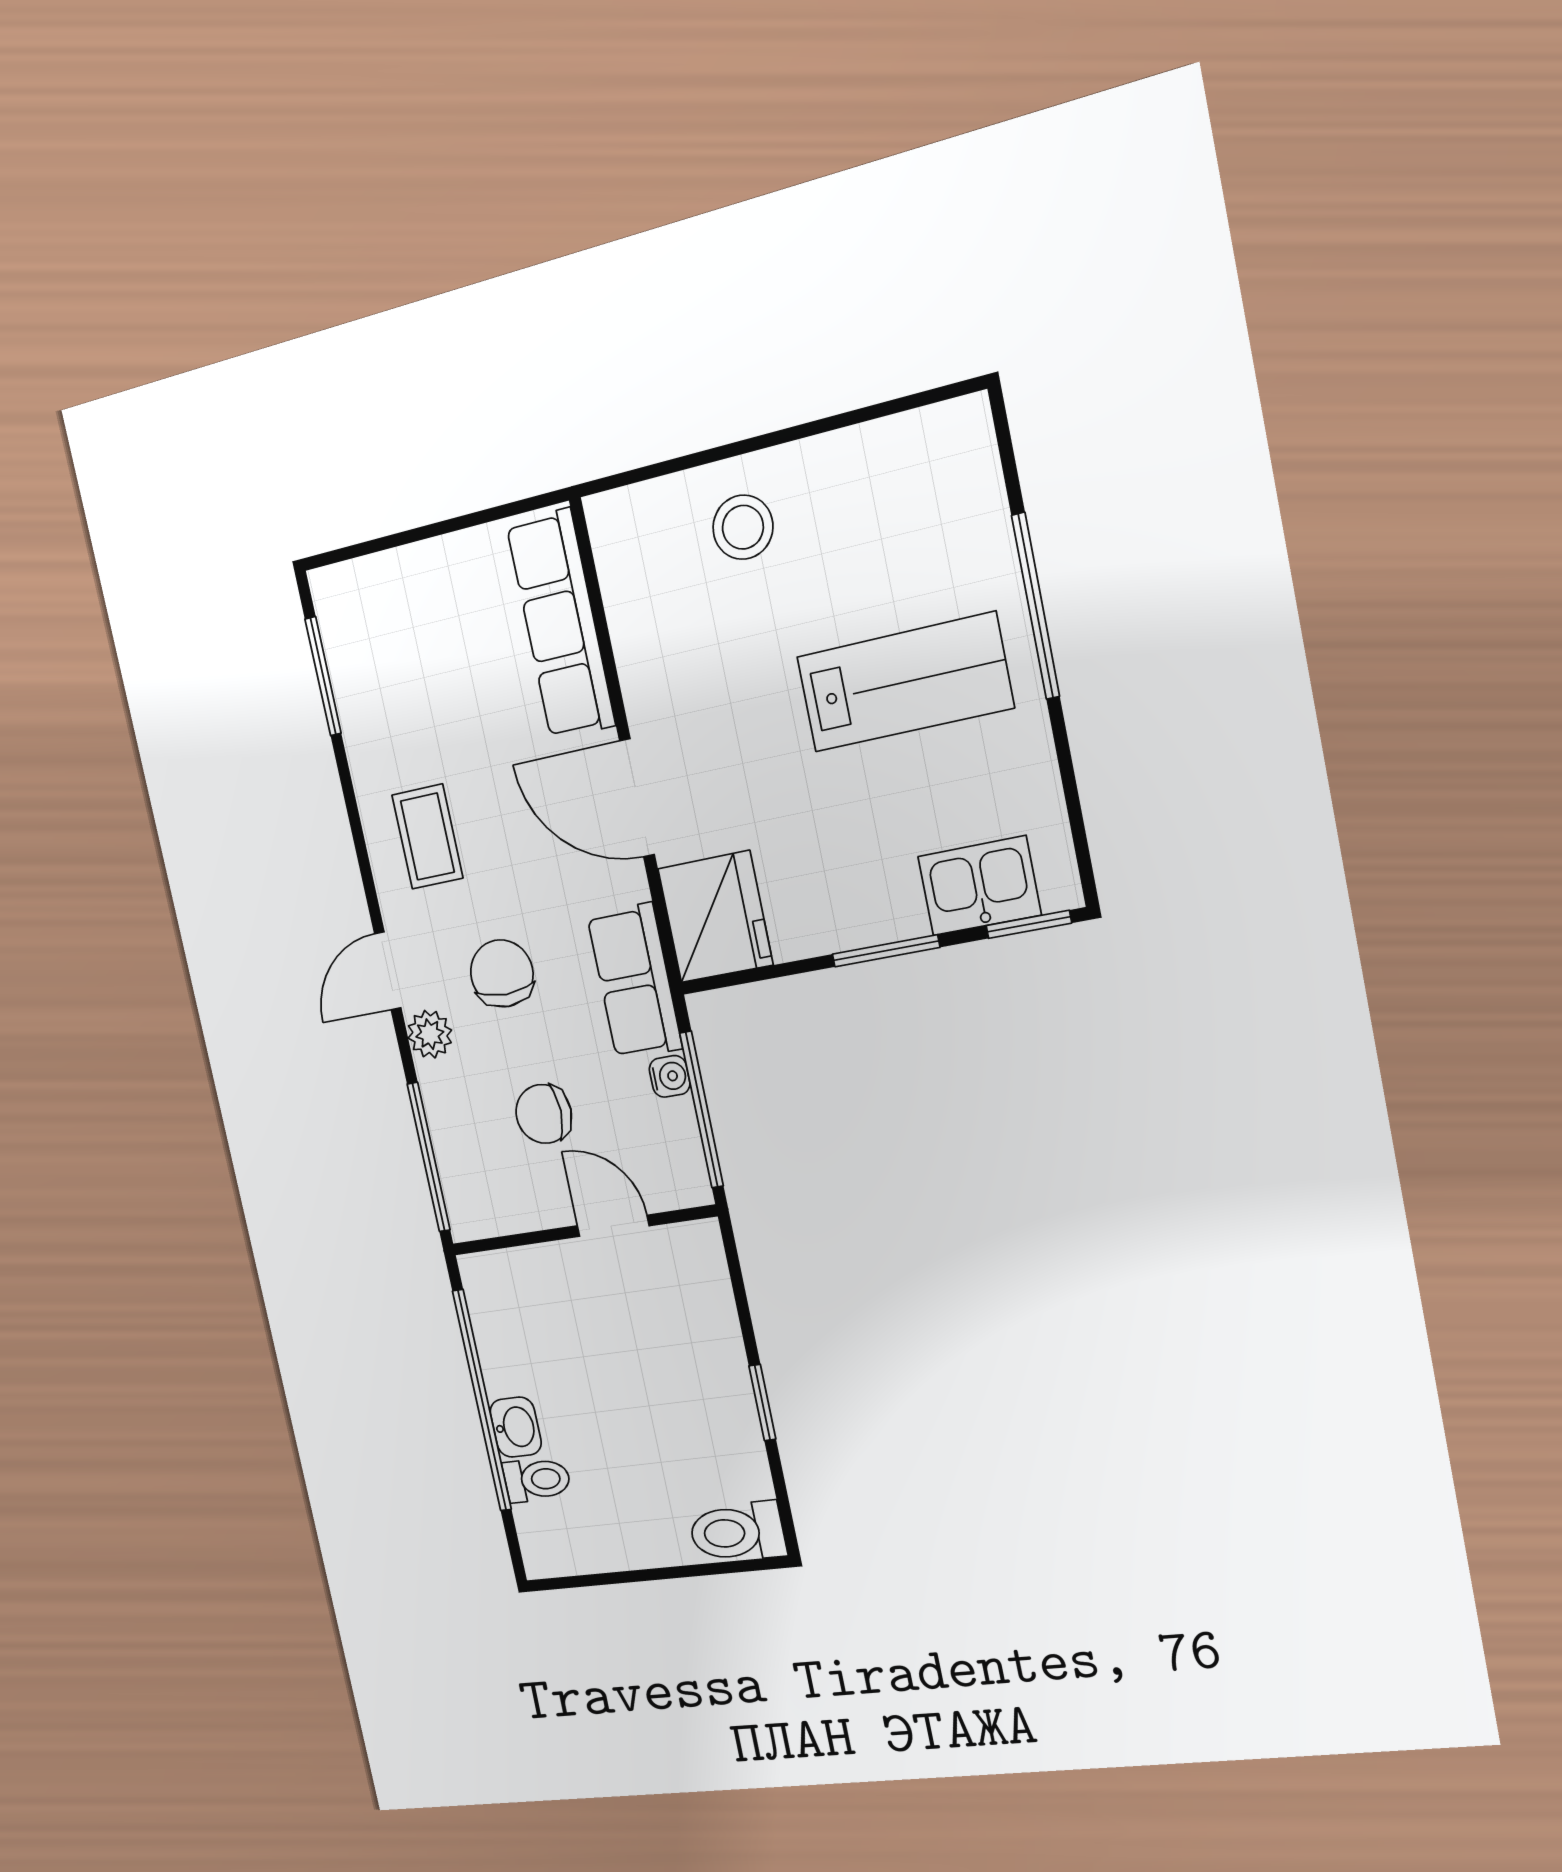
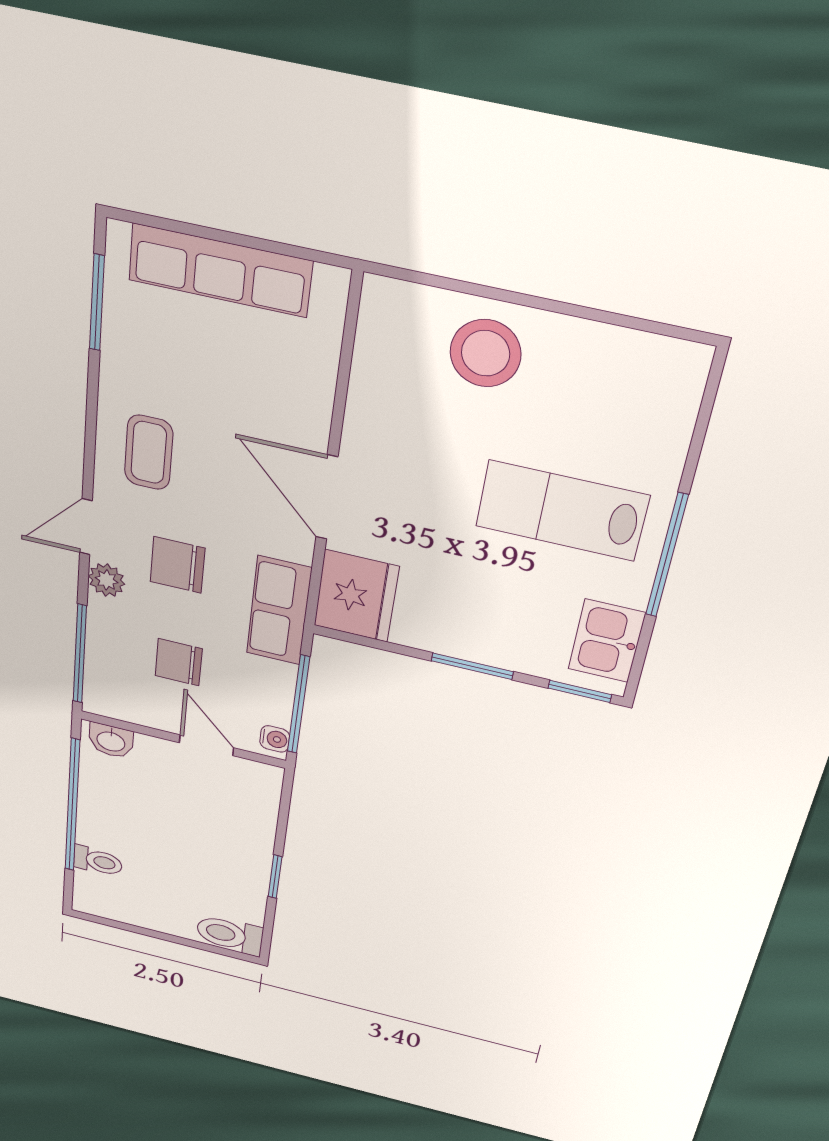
stool: (743, 527) -> (486, 353), width x1.38, depth x1.38
window: (1036, 606) -> (667, 556), moved
row of seats: (561, 625) -> (220, 270), moved, turned -90
lab bench: (904, 682) -> (562, 511), turned 180
kitchen sink: (979, 886) -> (607, 641), moved, turned -90
chair: (502, 973) -> (178, 565), turned -90
water cooler: (670, 1076) -> (275, 739), moved
washbasin: (516, 1427) -> (111, 741), moved, turned 90

